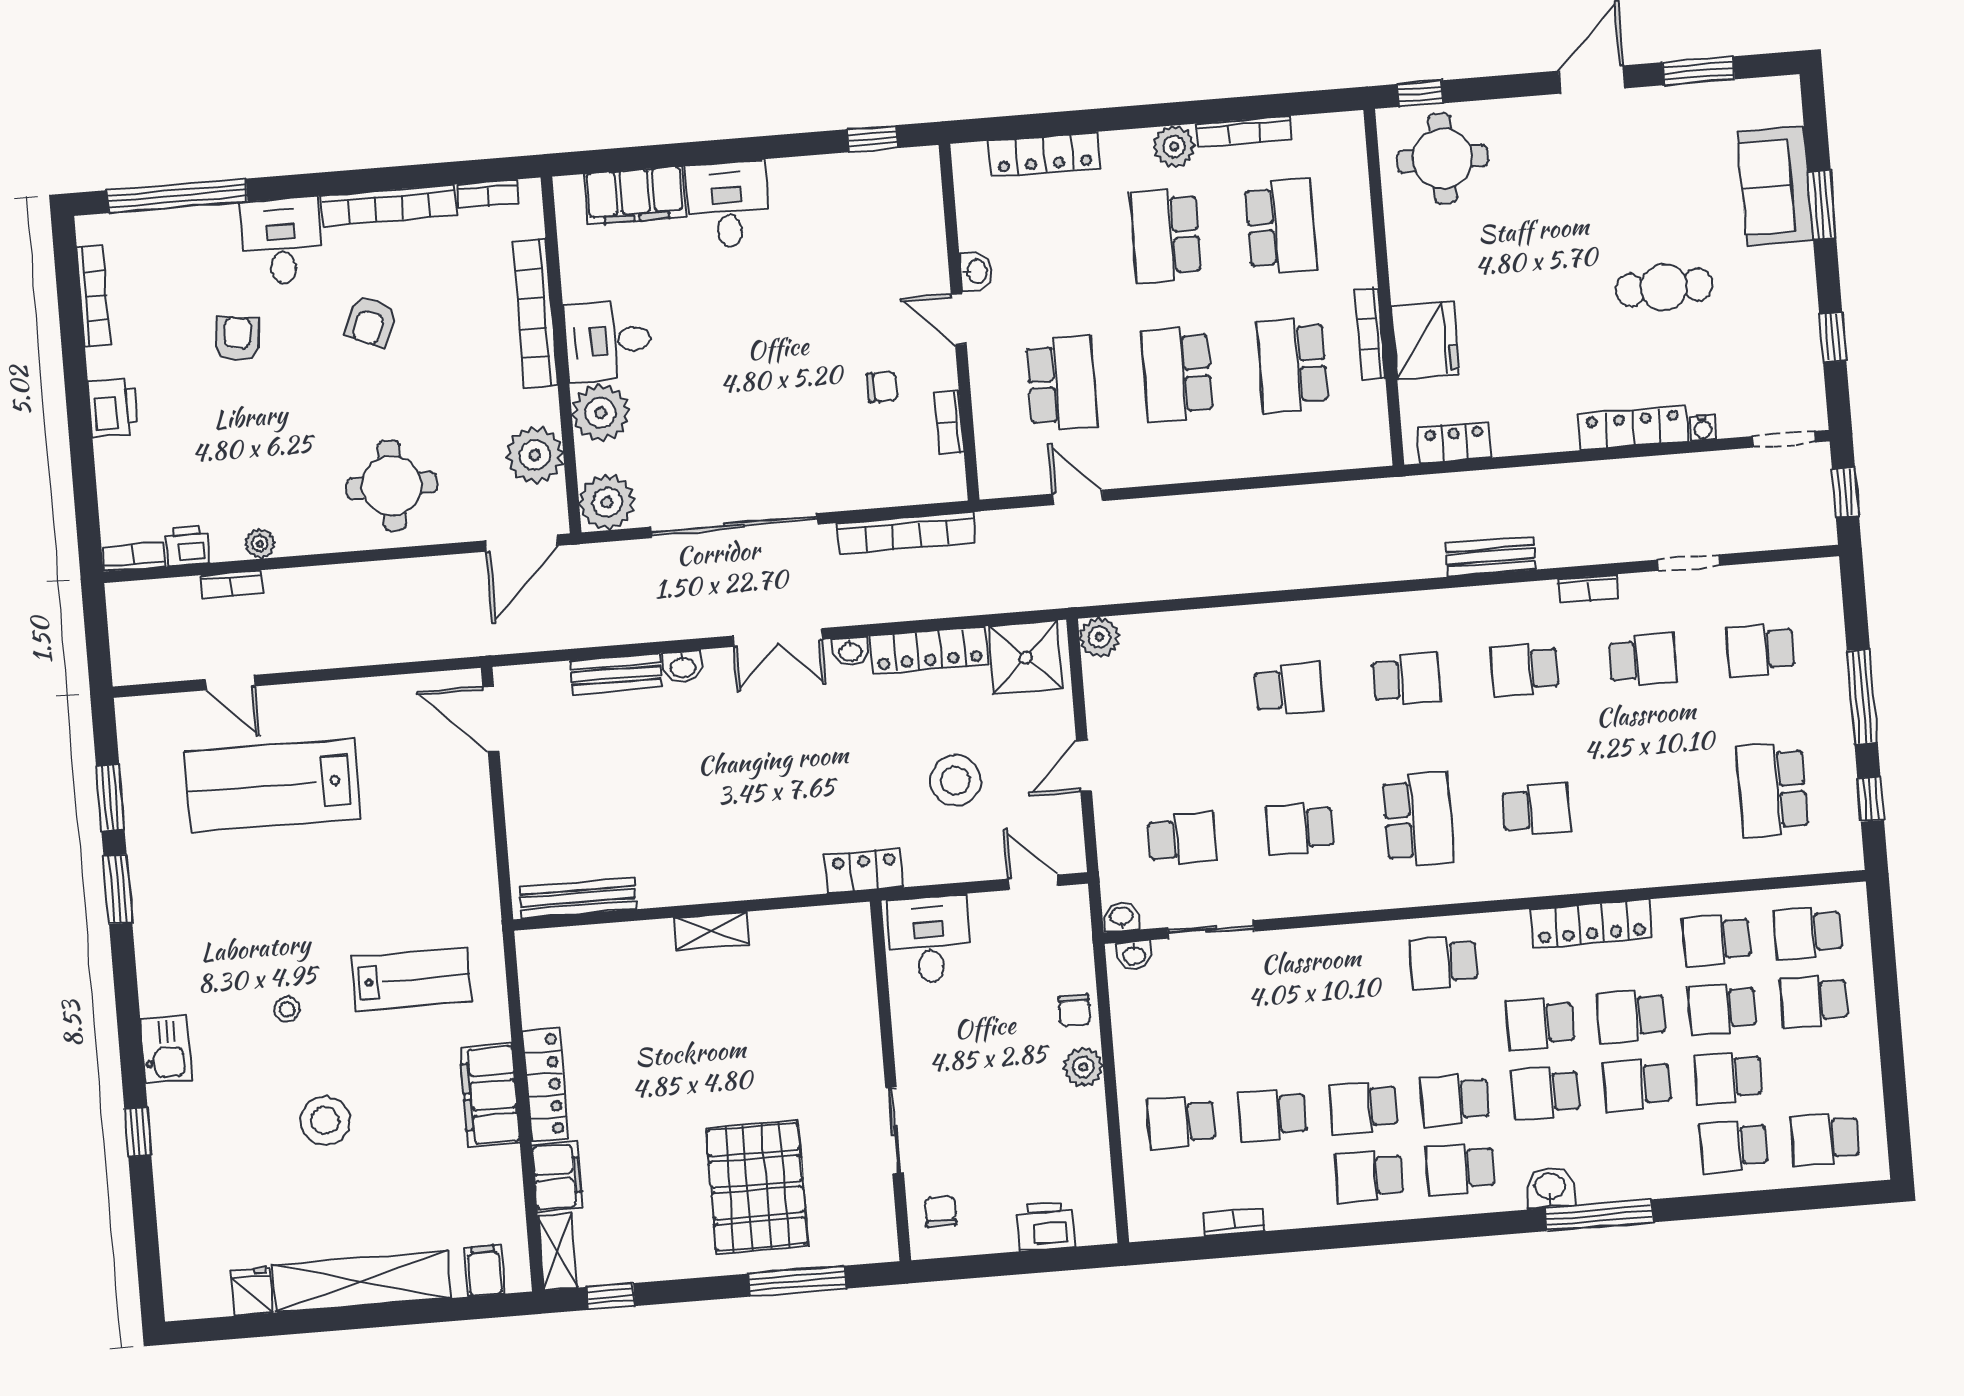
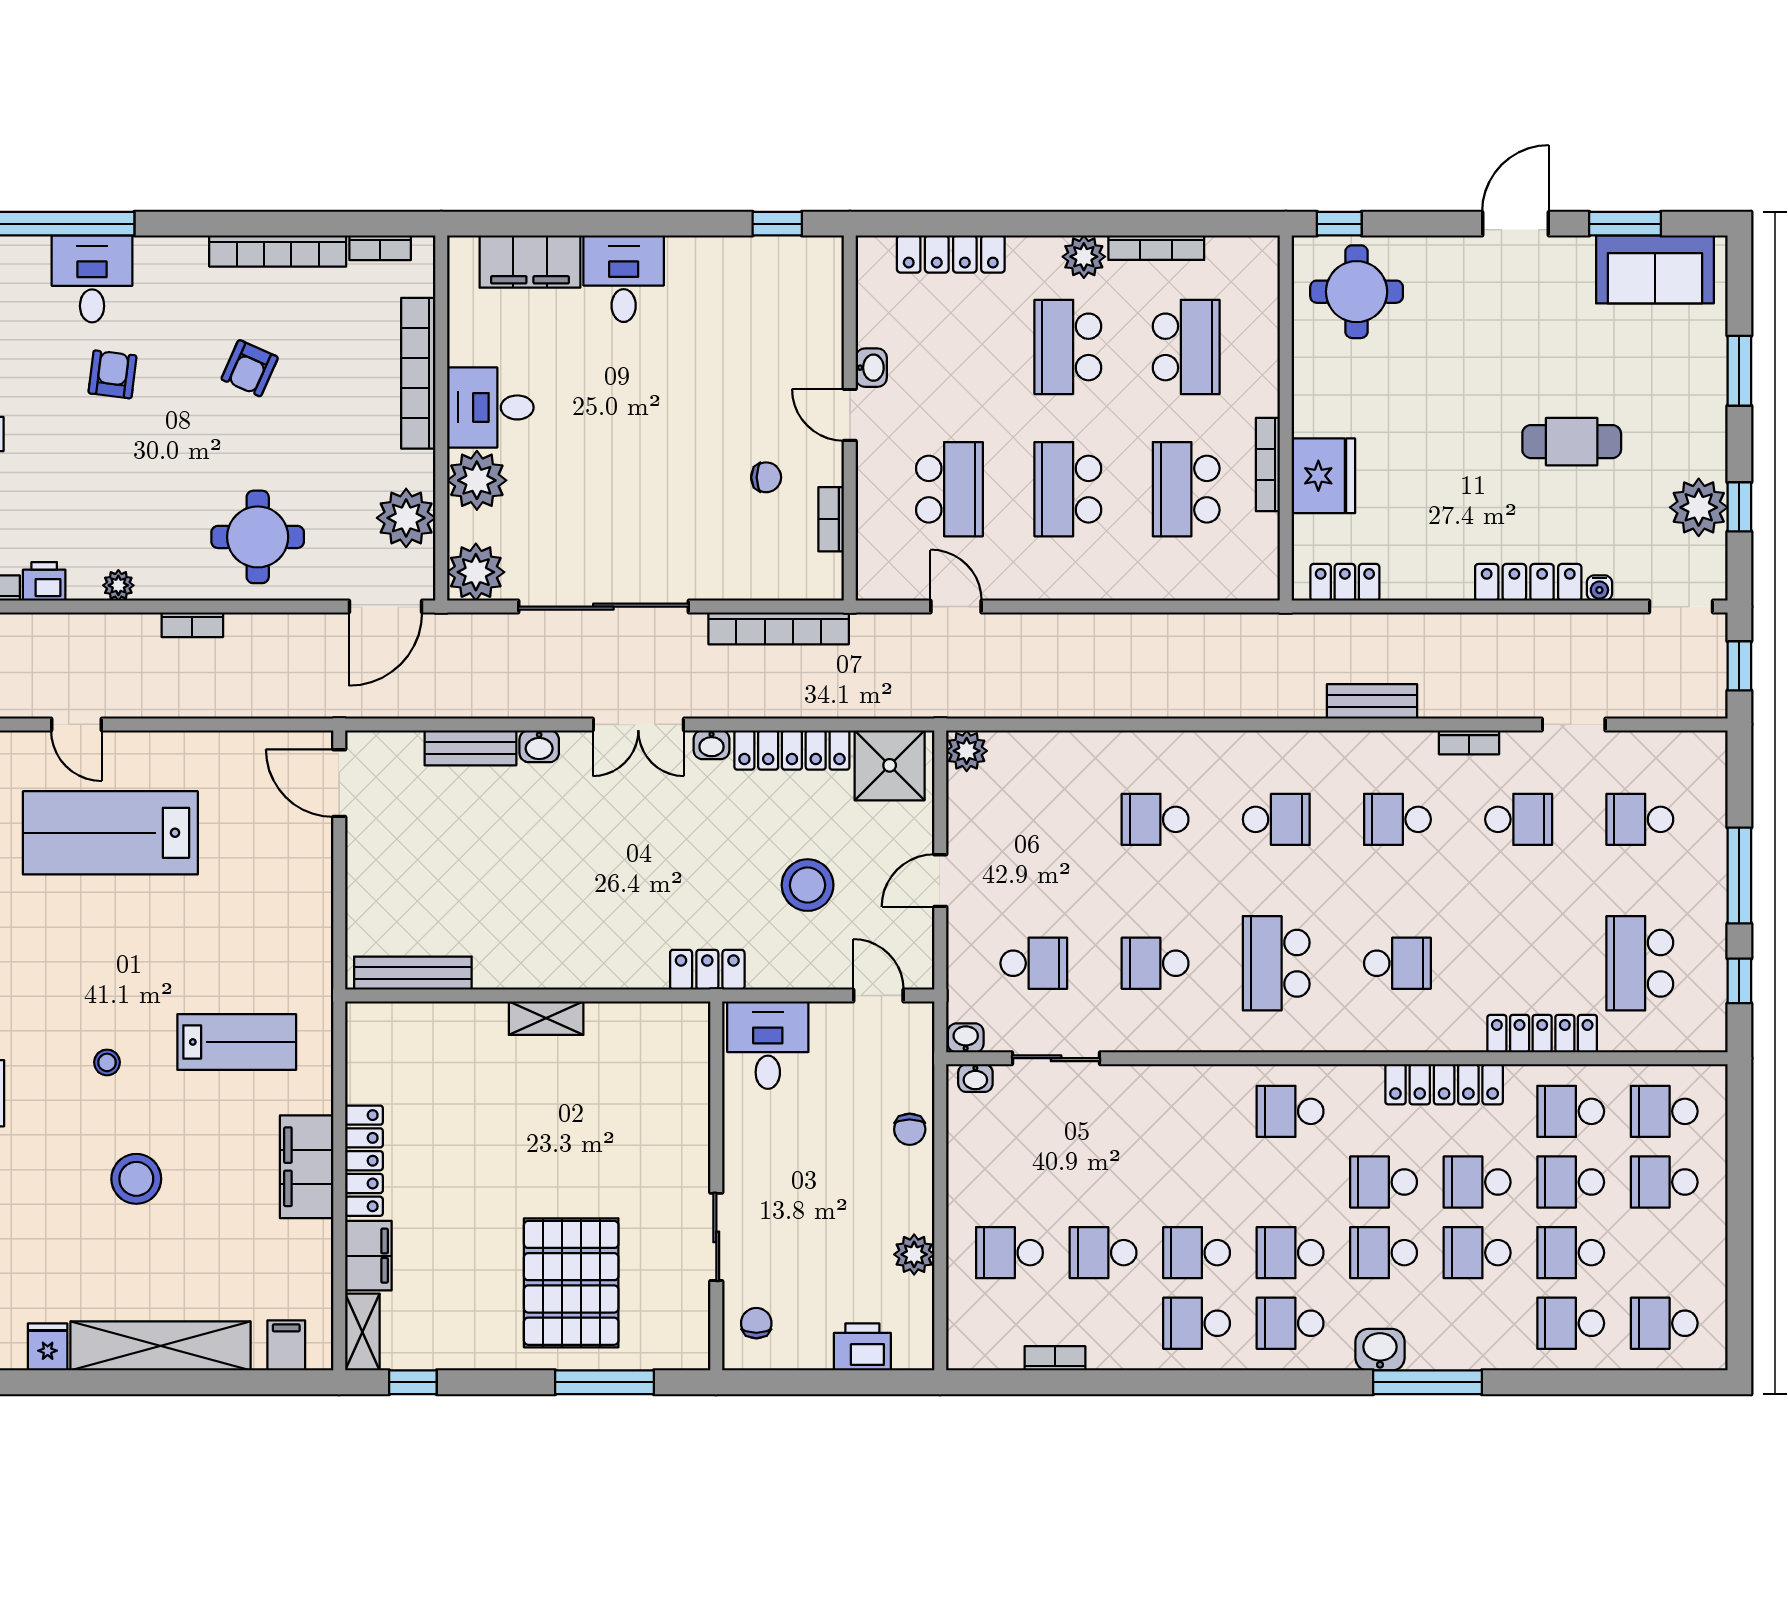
sofa: (1775, 186) -> (1655, 269), moved, turned -90
desk: (282, 241) -> (92, 279), moved
plant: (1793, 341) -> (1699, 507), added
bookcase: (232, 585) -> (192, 625), moved
school desk: (1289, 689) -> (1155, 819), turned 180
school desk: (1418, 819) -> (1276, 963), turned 180
locker: (1683, 866) -> (1542, 1034), added
plant: (1083, 1067) -> (914, 1254), moved

